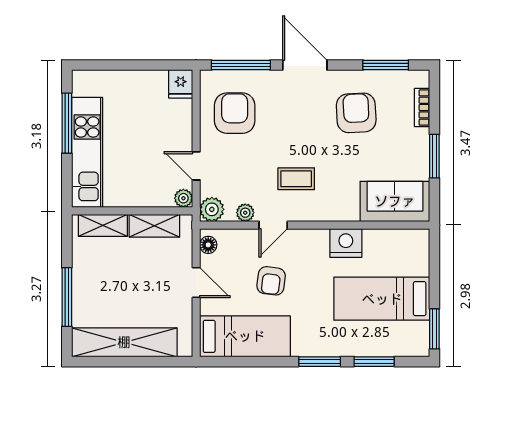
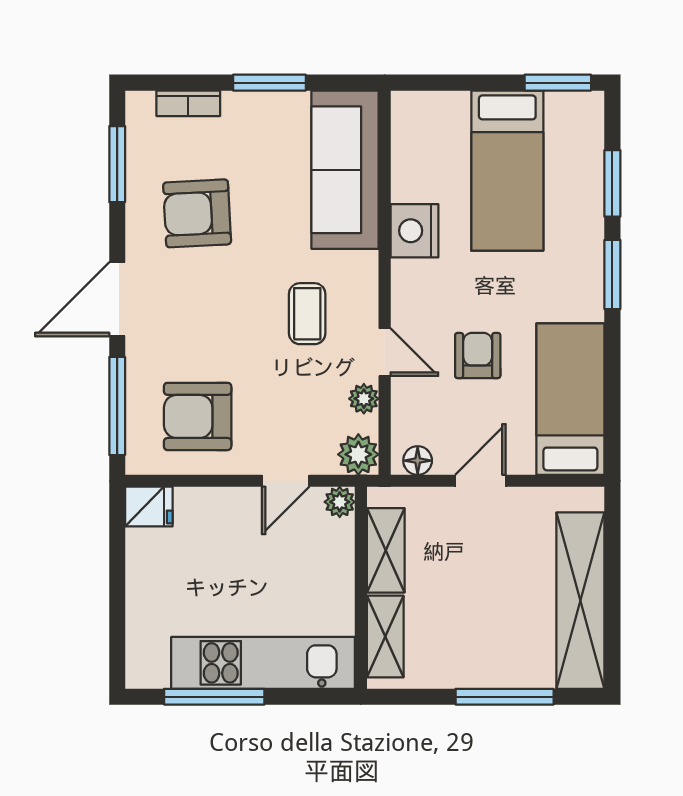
sofa: (395, 201) -> (345, 170), width x1.36
armchair: (271, 281) -> (478, 356), turned -97

